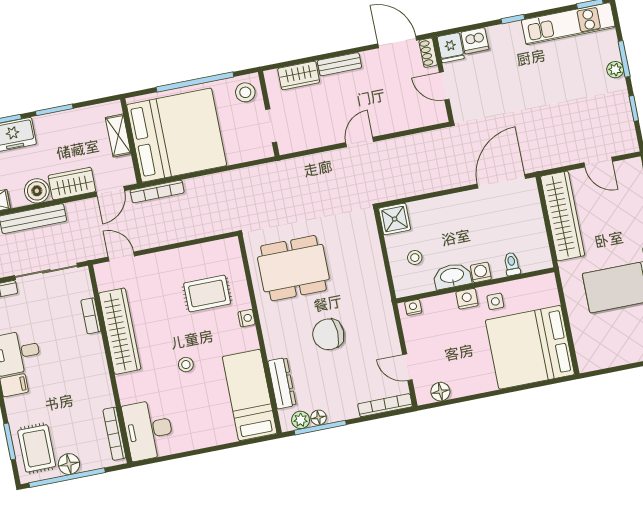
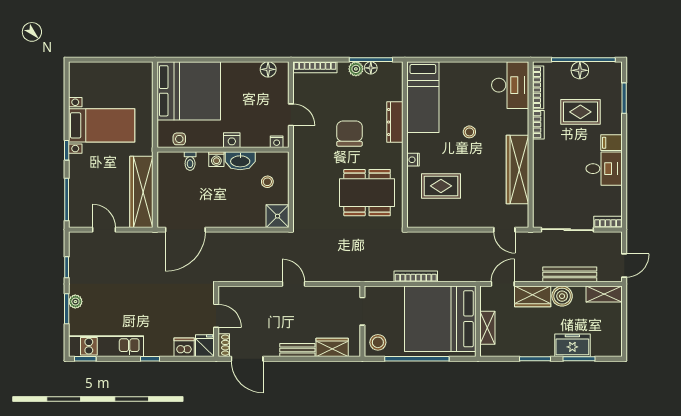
door: (360, 142) -> (293, 284), swing flipped
bookcase: (157, 191) -> (416, 276), moved
side table: (495, 301) -> (179, 139), moved
bookcase: (91, 316) -> (538, 125), moved
chair: (328, 334) -> (349, 134), turned -88
door: (407, 367) -> (291, 115), moved
dresser: (282, 383) -> (395, 122), moved
plant: (301, 420) -> (356, 69), moved
rug: (37, 448) -> (580, 112), moved, turned 90

